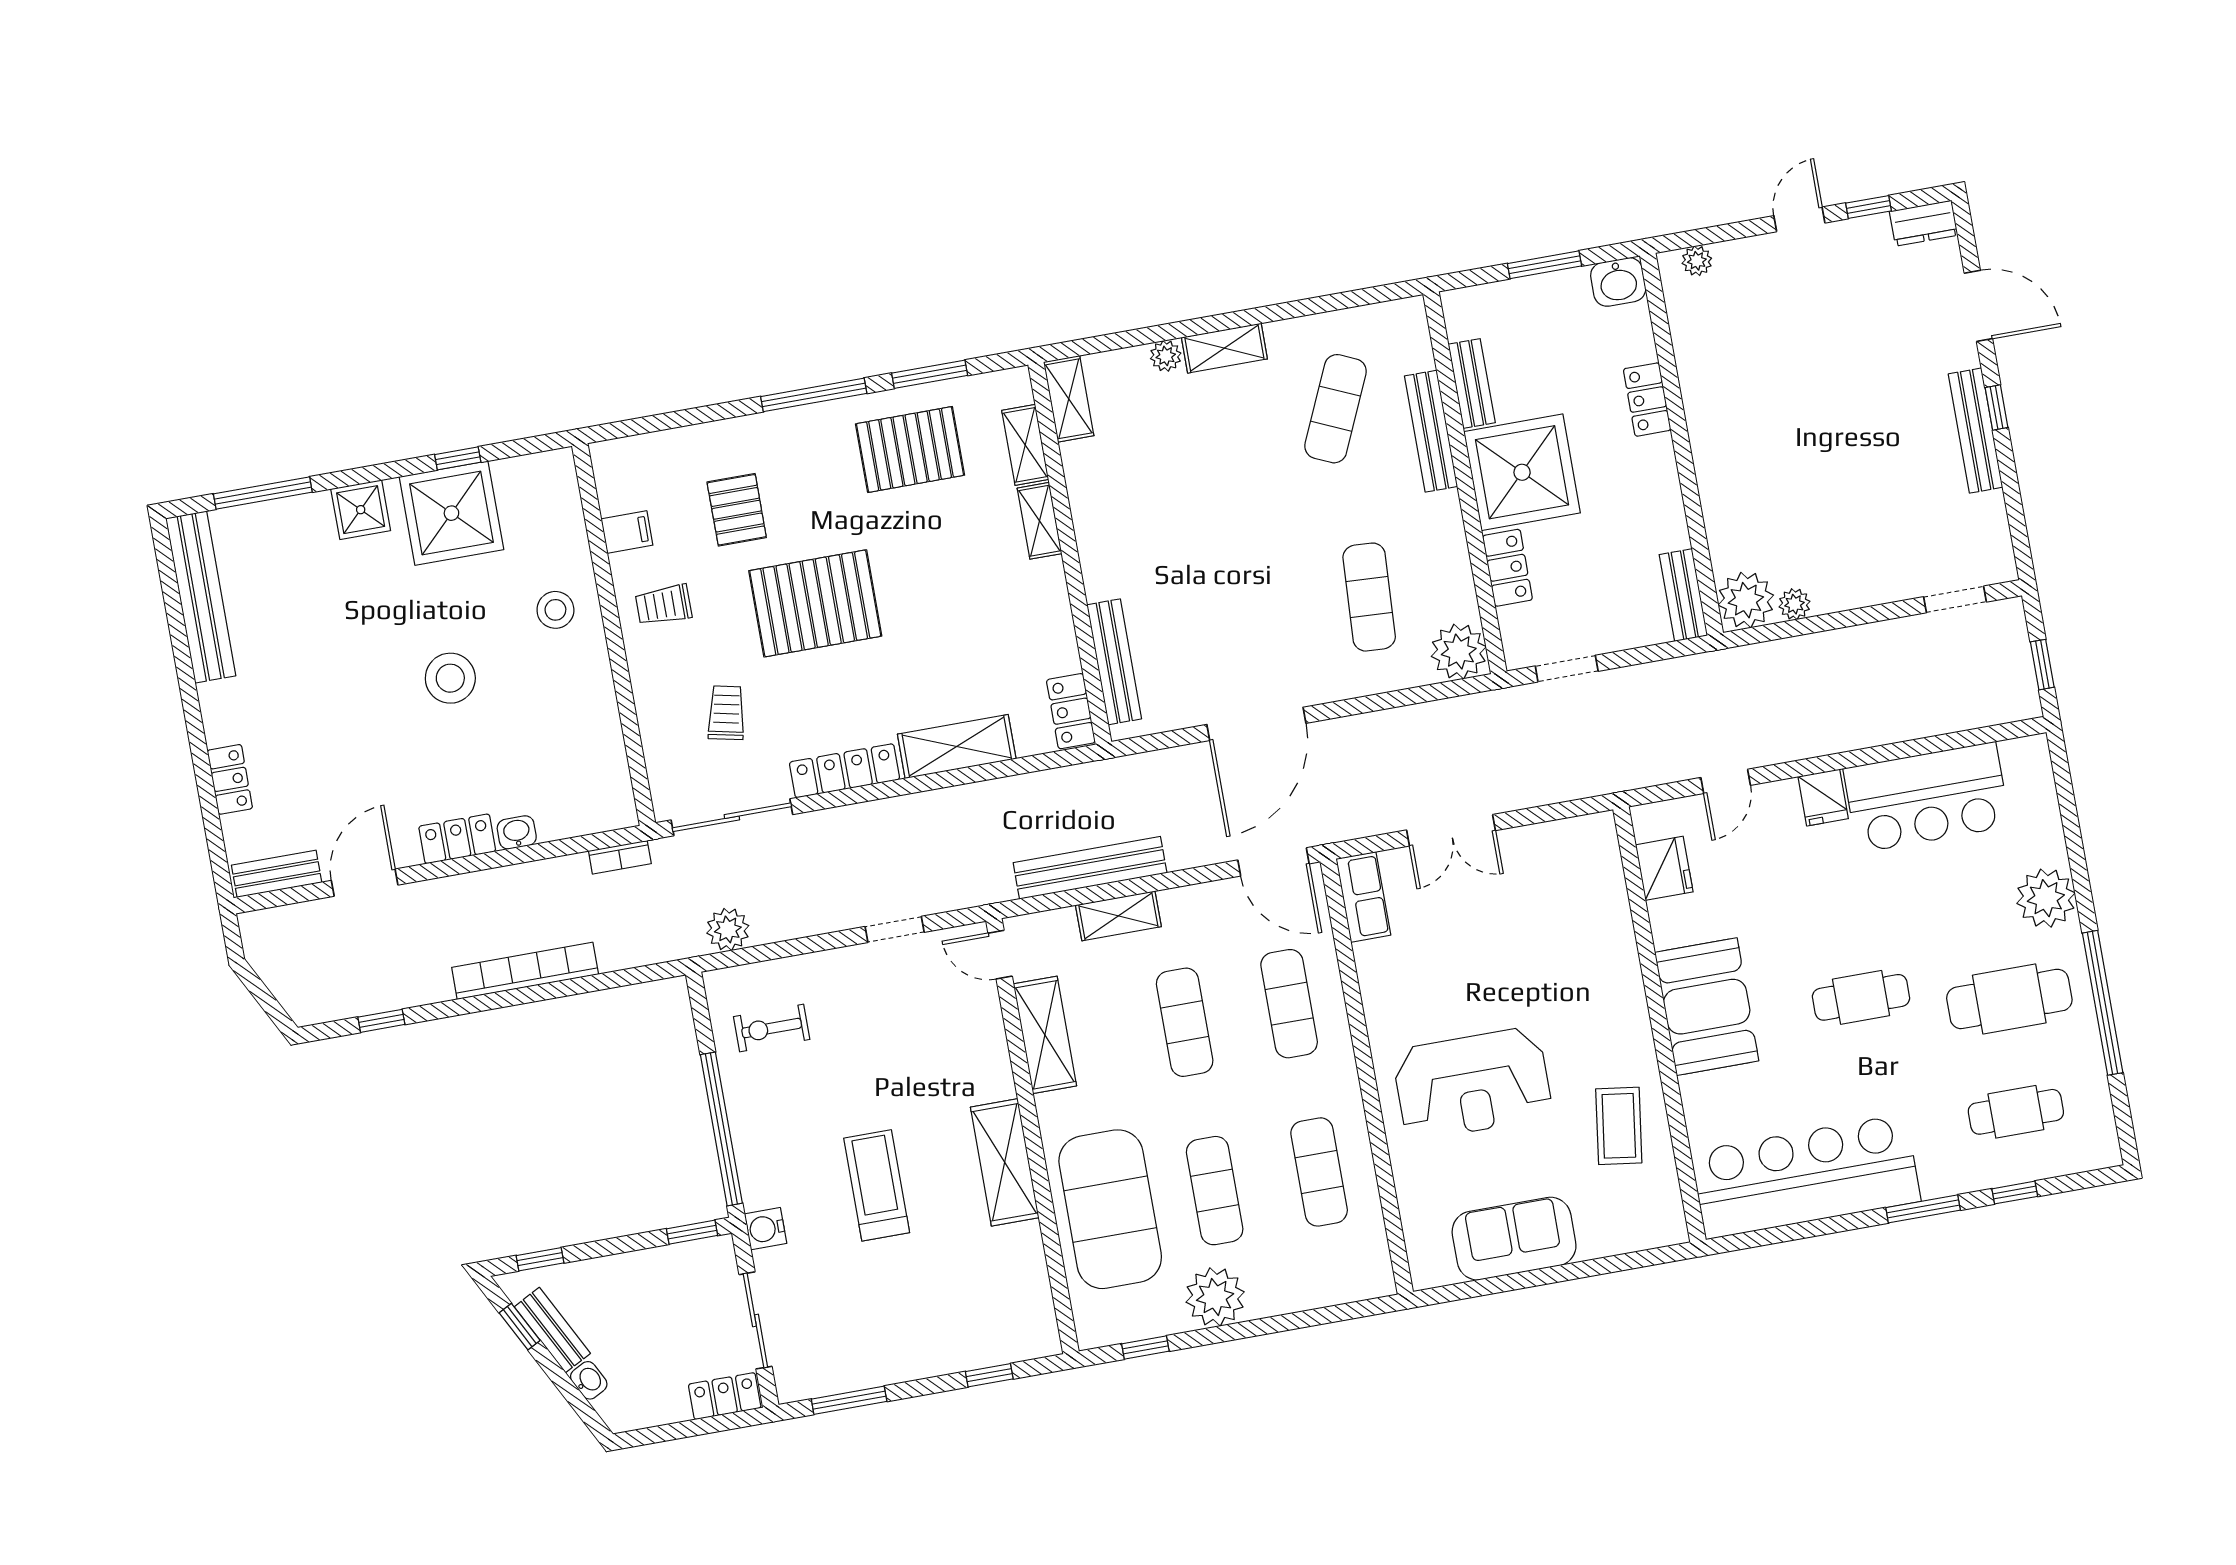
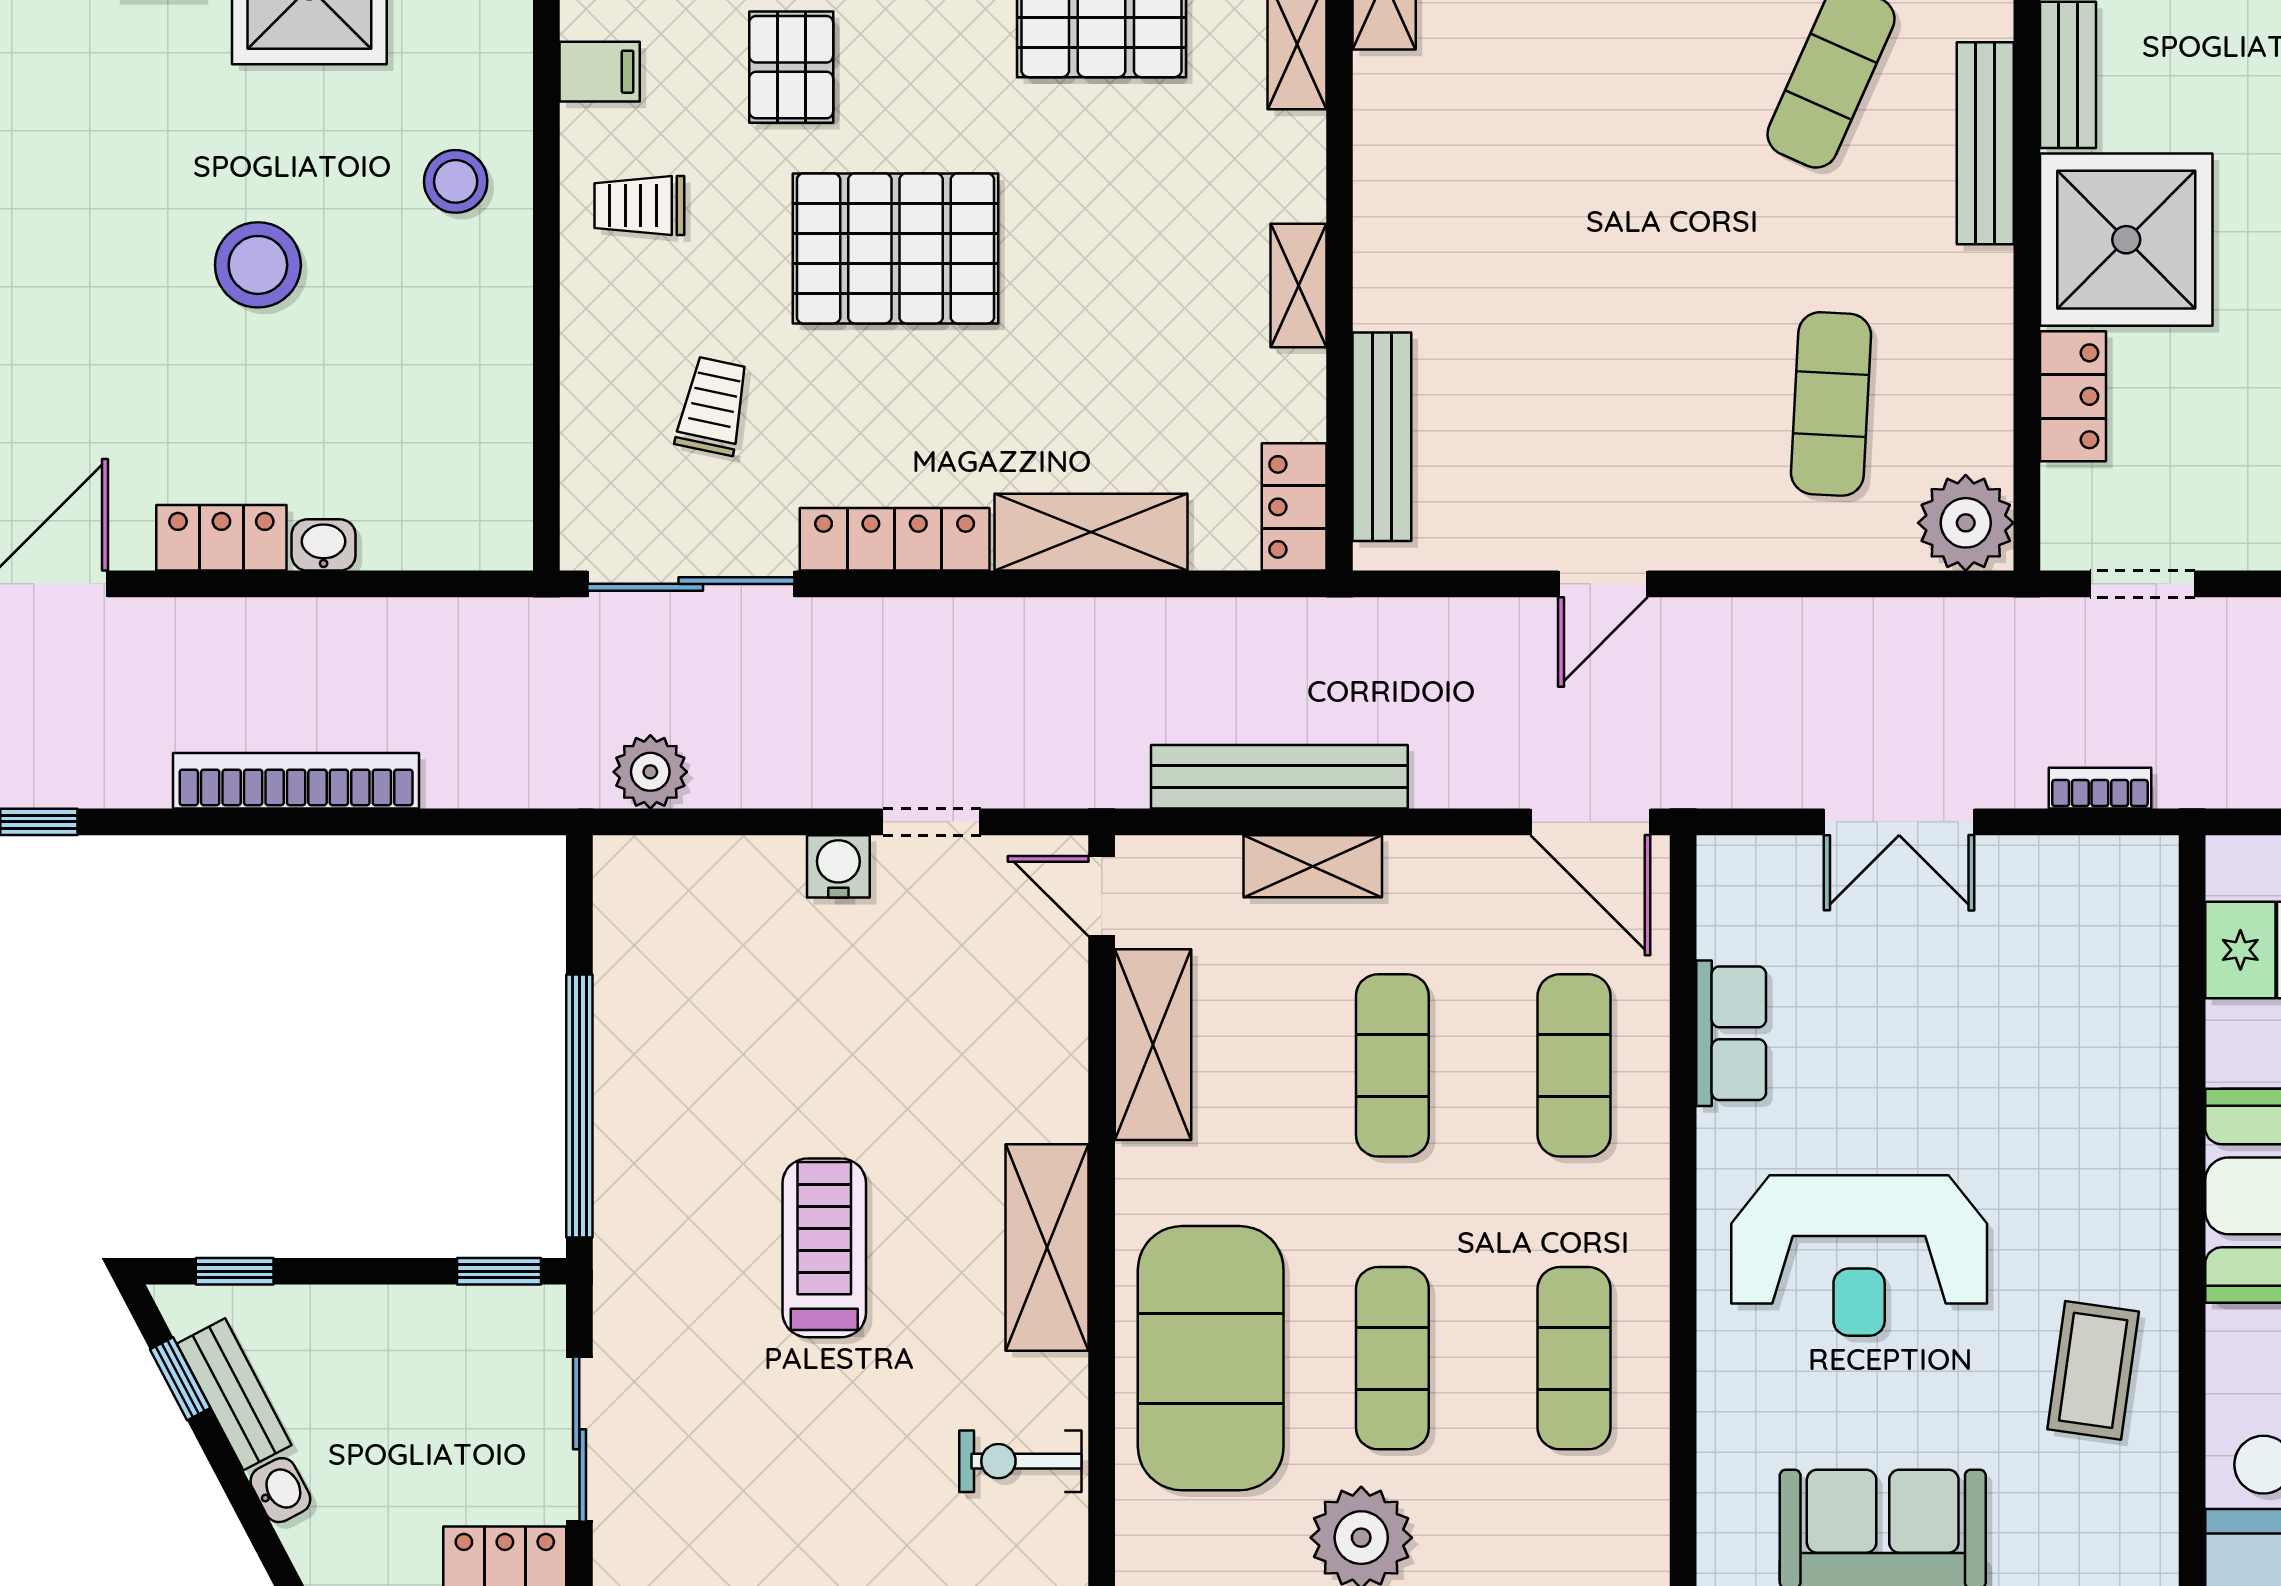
shelving: (1040, 521) -> (1298, 285), moved
door: (1256, 724) -> (1603, 584), width x0.53
bookcase: (620, 857) -> (2100, 788), moved, turned 180
row of seats: (1363, 897) -> (1731, 1033), moved
exercise bike: (772, 1028) -> (1020, 1461), moved
water cooler: (766, 1229) -> (838, 866), moved, turned 90

